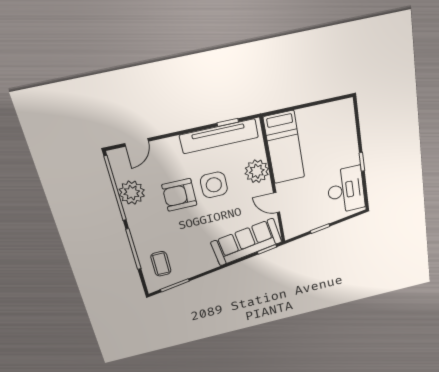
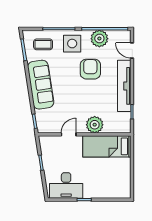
tv unit: (219, 136) -> (124, 86), moved
side table: (214, 185) -> (72, 44), moved
sofa: (246, 242) -> (41, 85), moved

